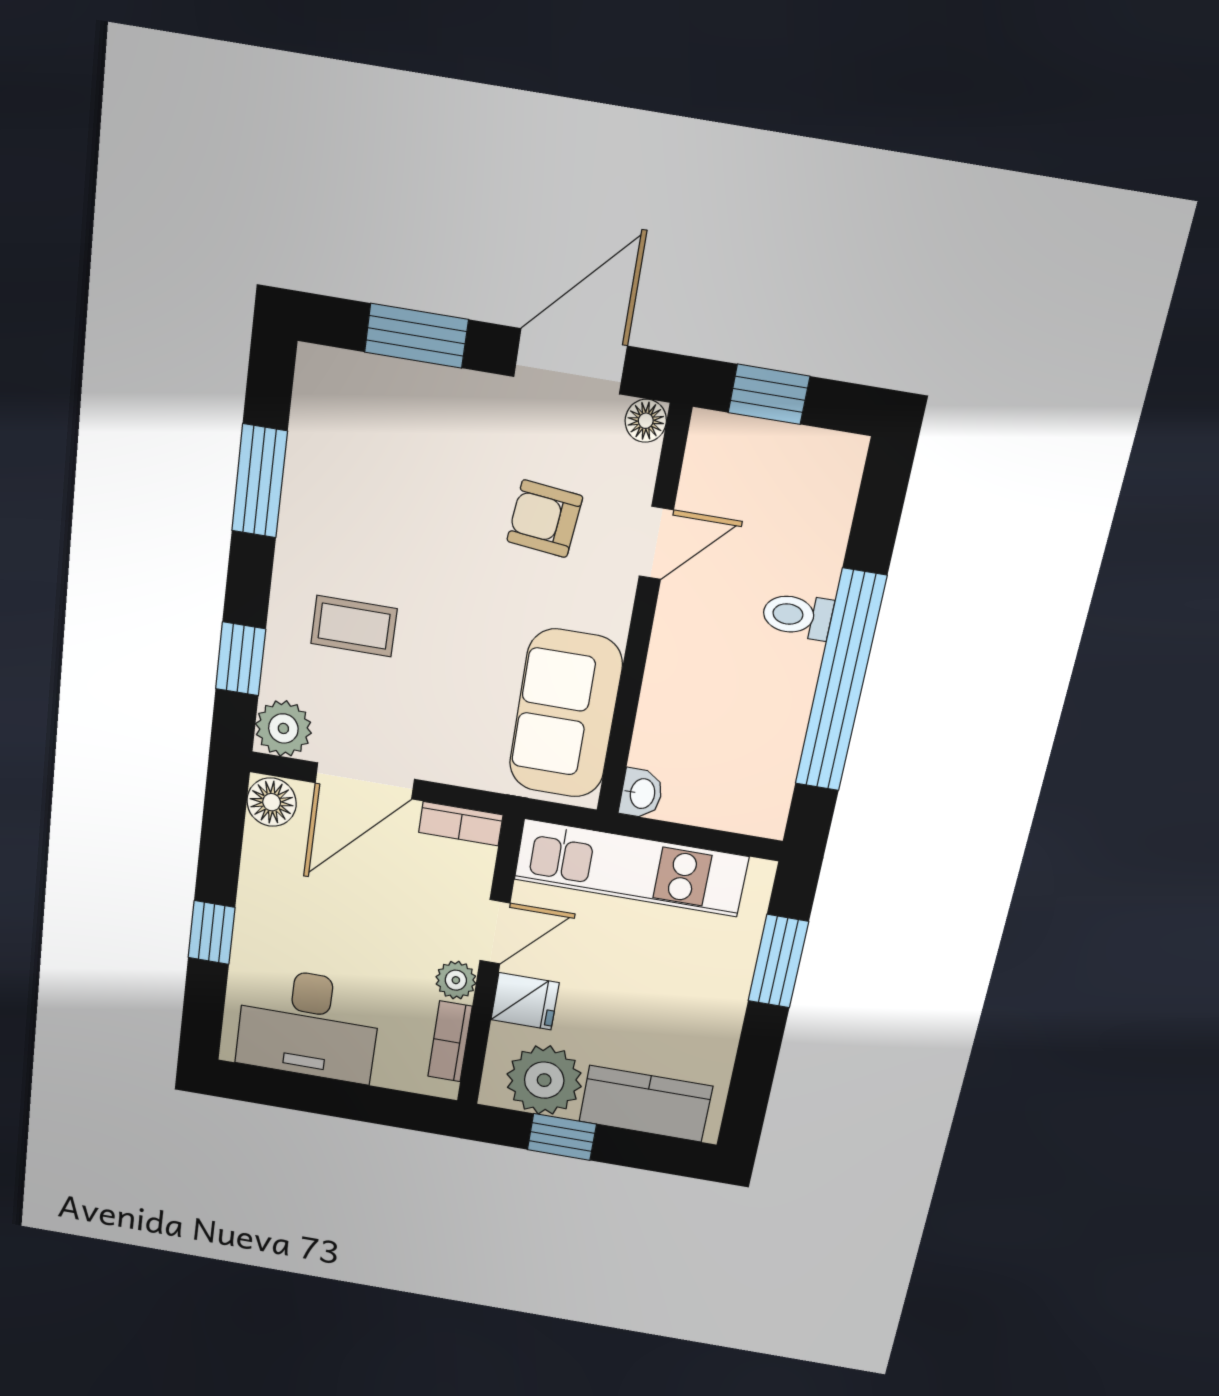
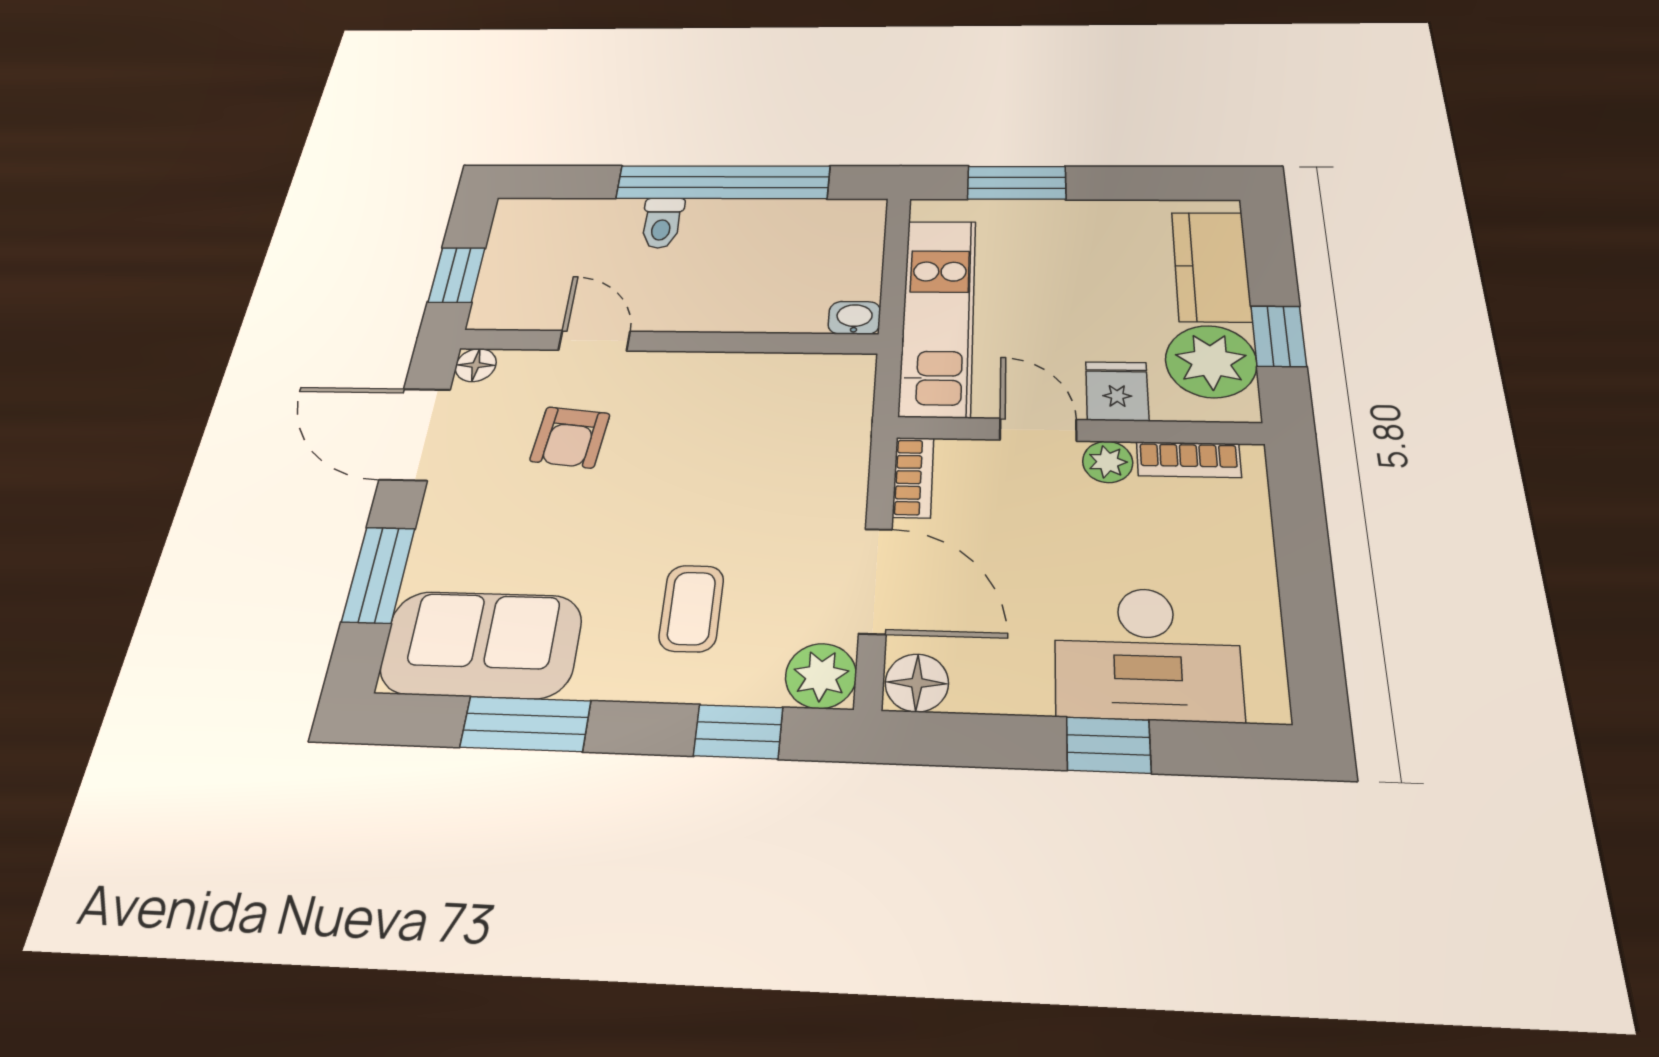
sofa: (566, 714) -> (481, 644), moved, turned 180
desk: (308, 1025) -> (1147, 653), moved, turned 90

